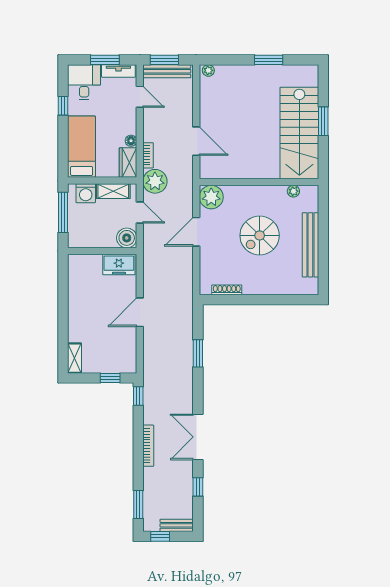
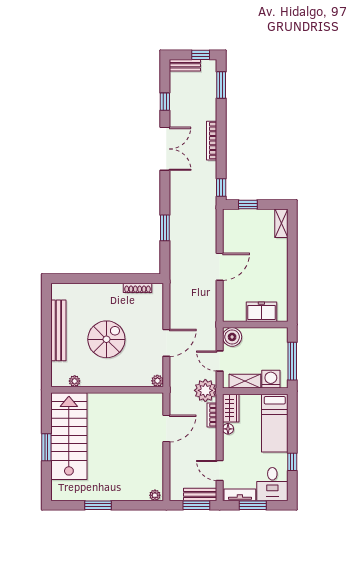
bench: (167, 71) -> (200, 495), width x0.73
door: (196, 141) -> (166, 428), swing flipped
plant: (211, 197) -> (157, 381), width x0.53, depth x0.53
freezer: (119, 265) -> (261, 312), moved

